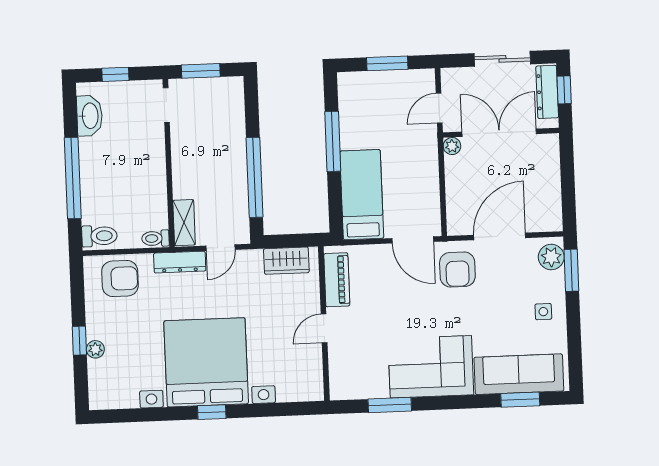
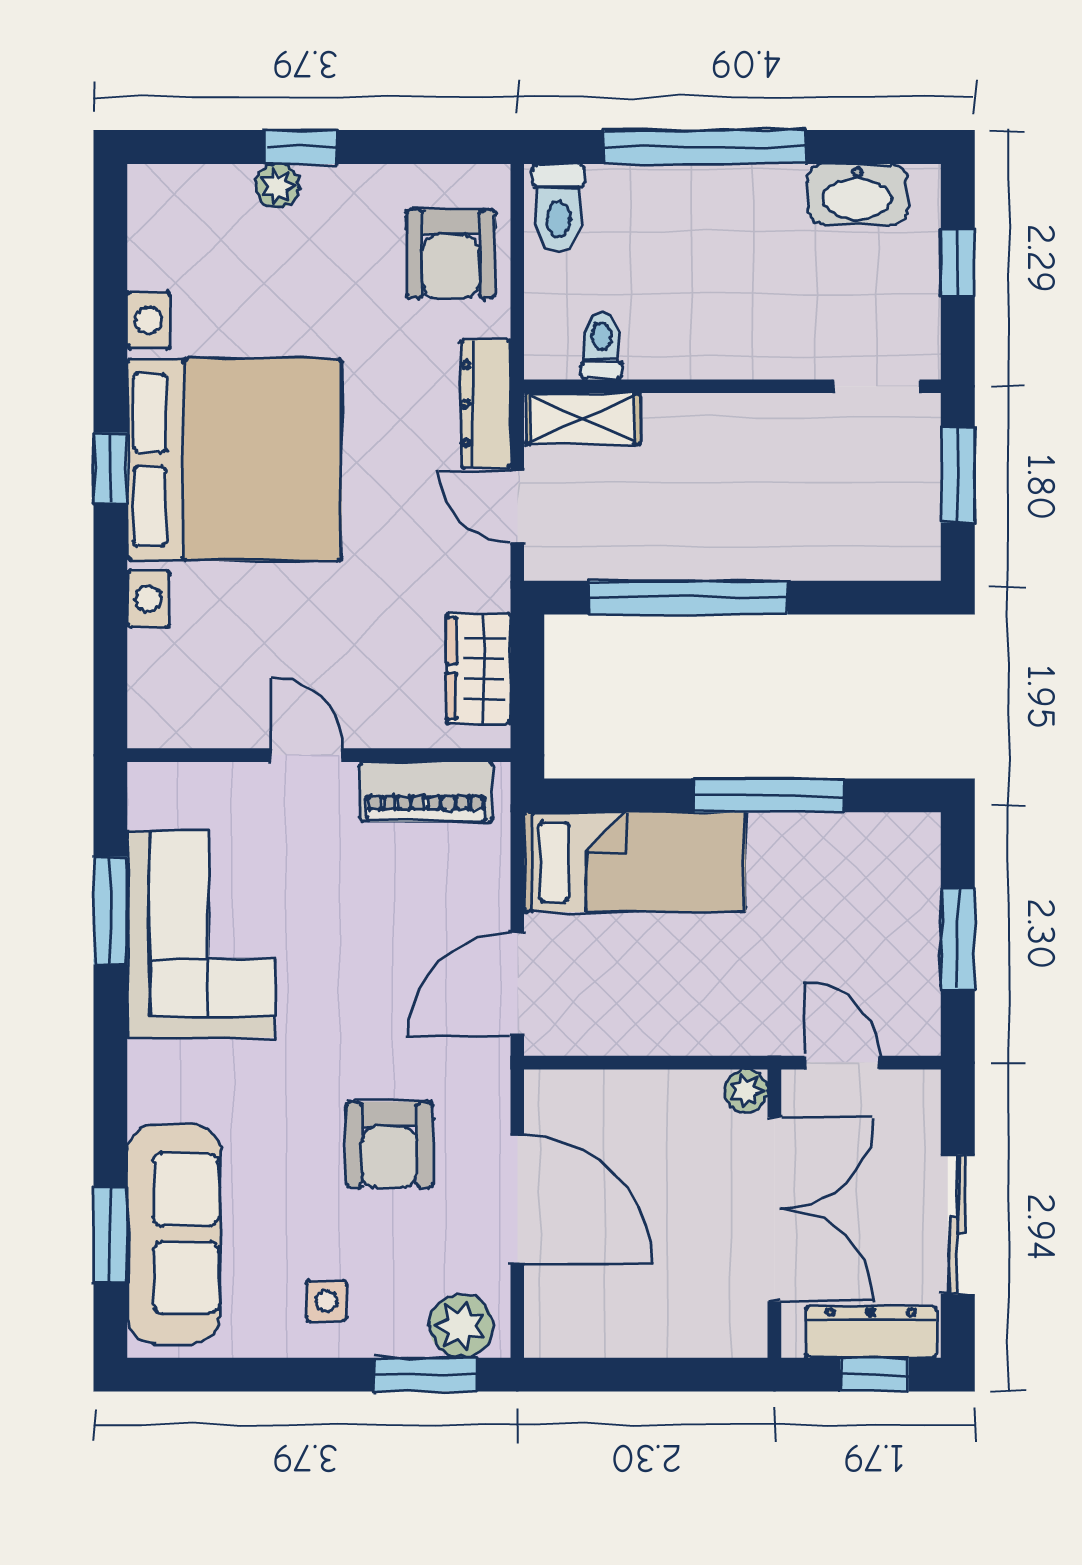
toilet: (155, 238) -> (602, 346), moved
armchair: (457, 269) -> (389, 1145), moved, turned -90
corner sofa: (431, 367) -> (201, 934), moved

